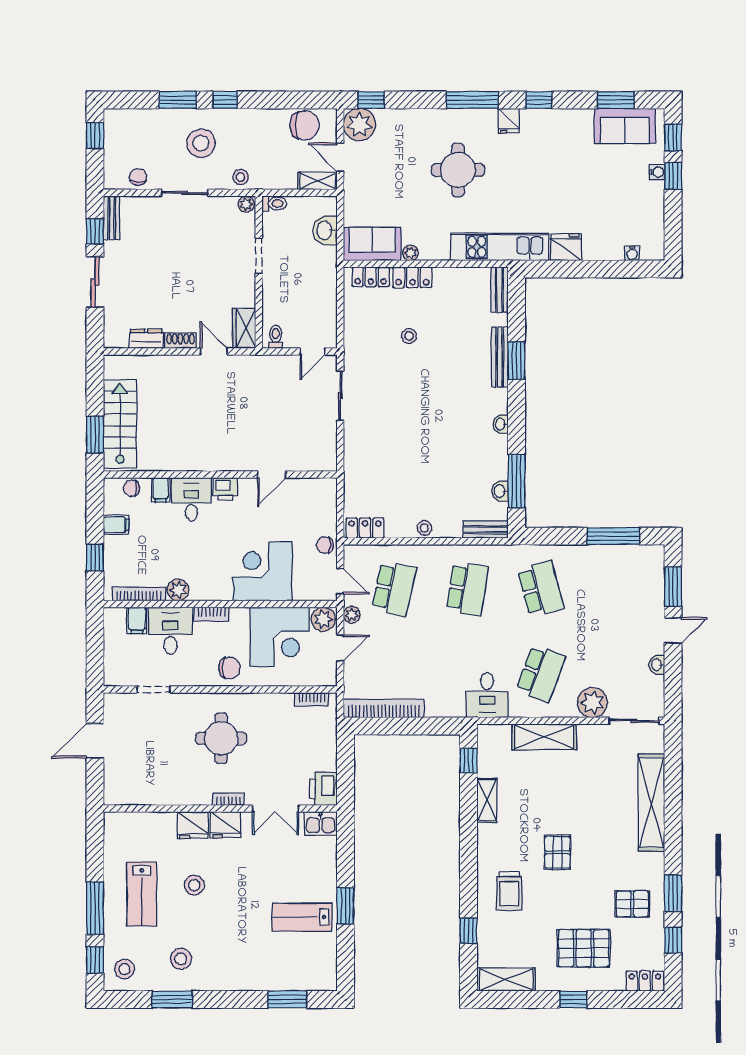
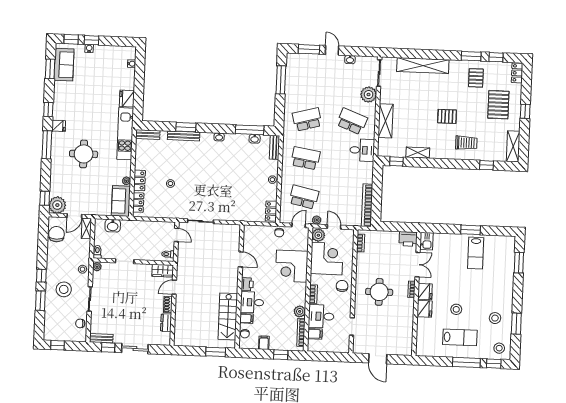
stairs: (120, 424) -> (228, 316), moved, turned -90

